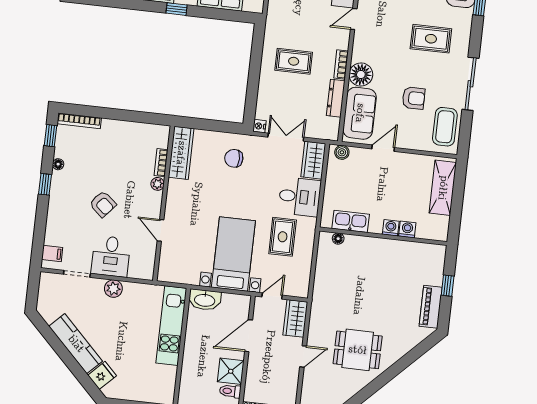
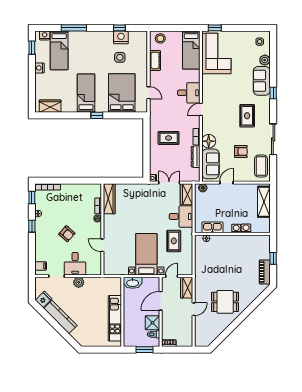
rug: (431, 39) -> (247, 116), turned 90
chair: (234, 158) -> (140, 198), removed
kitchen unit: (171, 326) -> (115, 318), moved
fridge: (102, 375) -> (44, 299), moved

